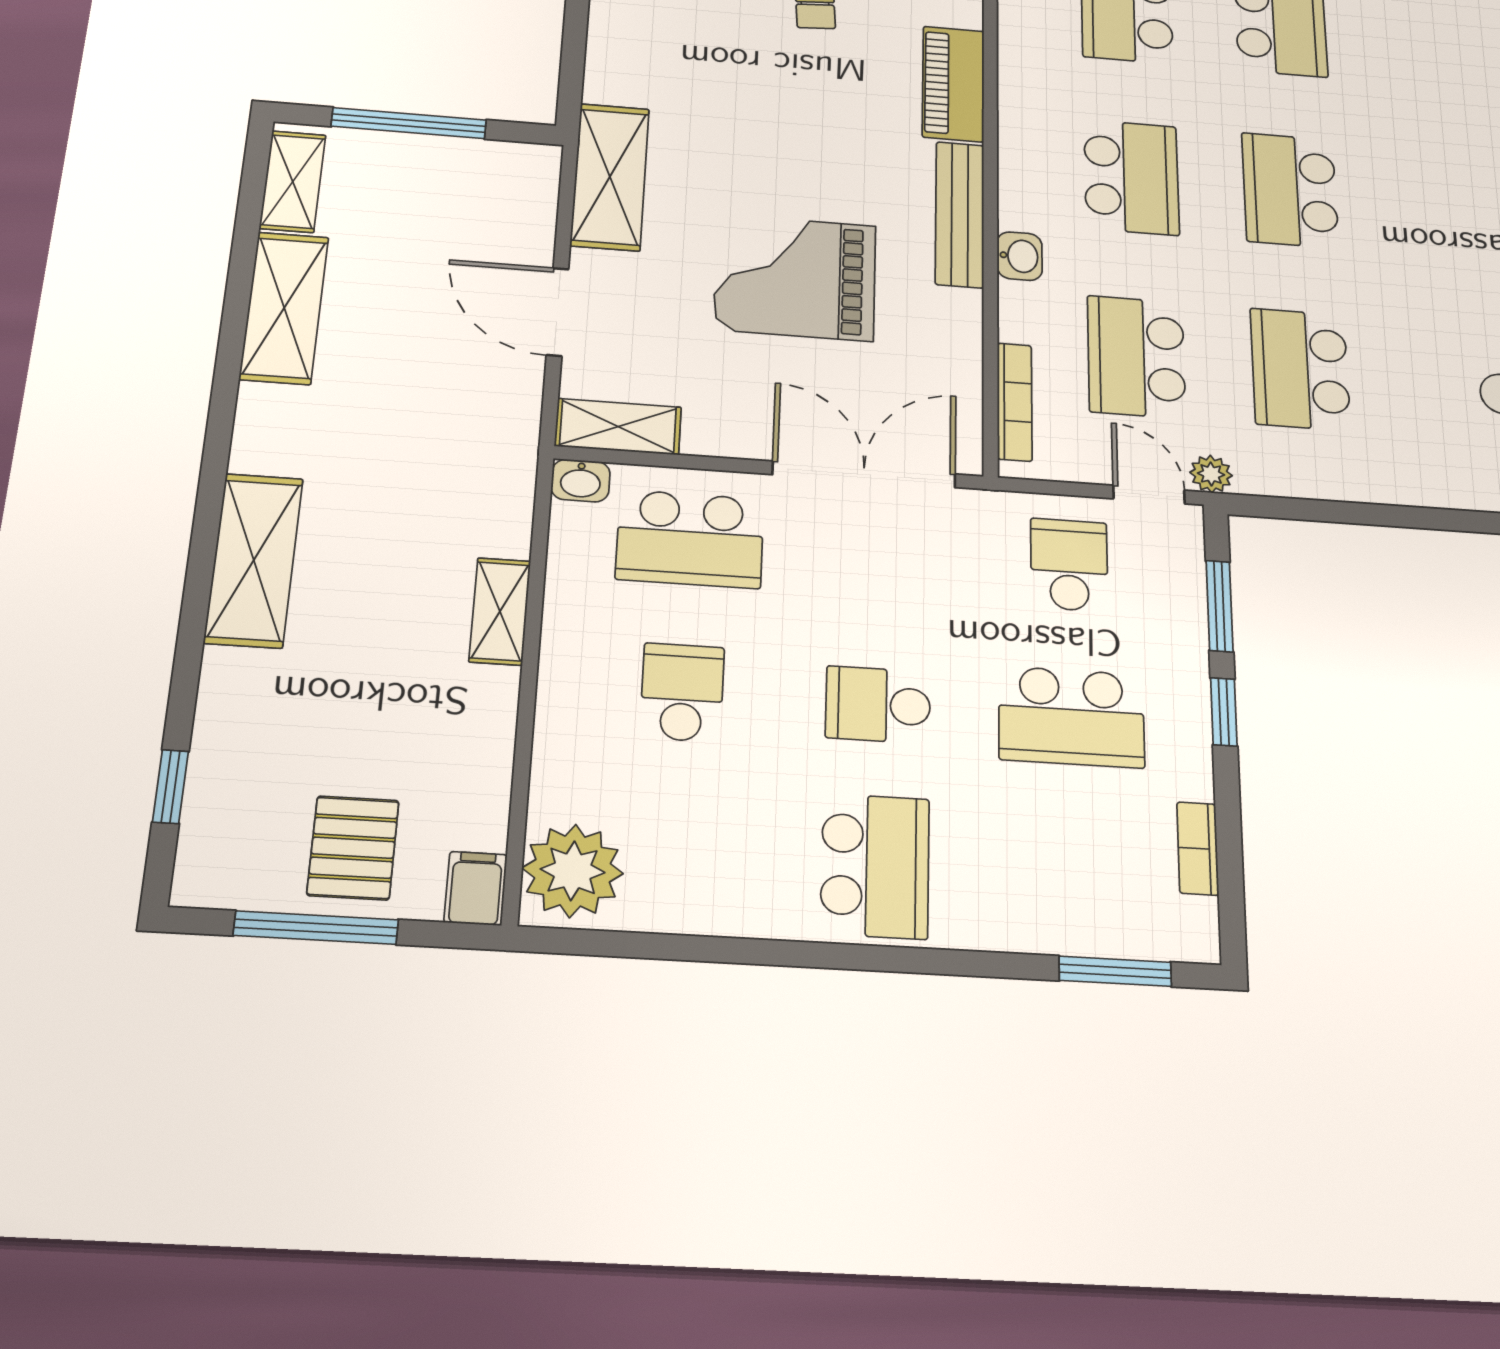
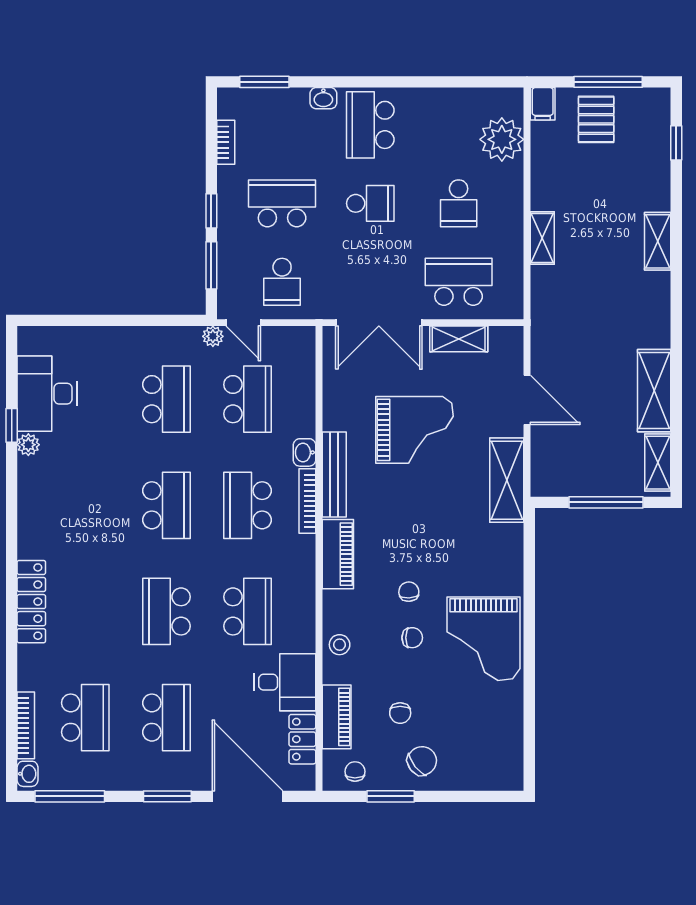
bookcase: (1015, 402) -> (307, 501), moved
shelving: (618, 427) -> (459, 339), moved
washbasin: (581, 481) -> (323, 98), moved, turned 180
shelving: (254, 560) -> (658, 241), width x0.67, depth x0.75
plant: (573, 871) -> (502, 139), moved

